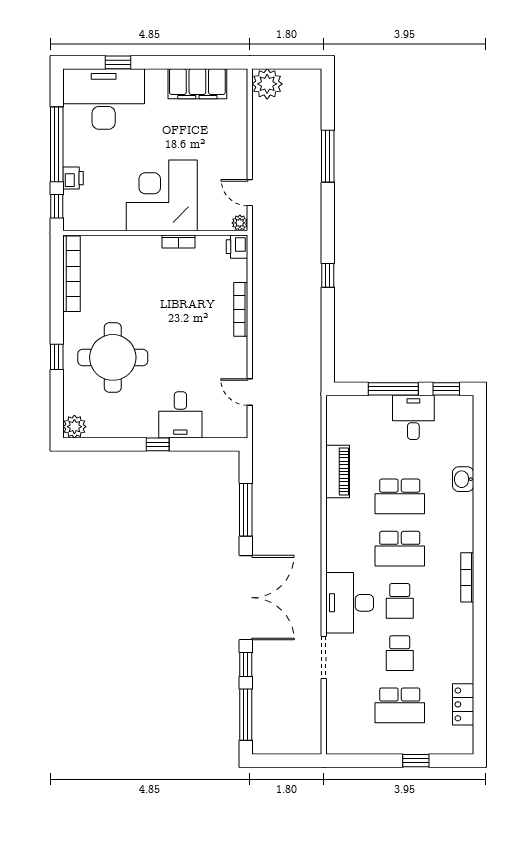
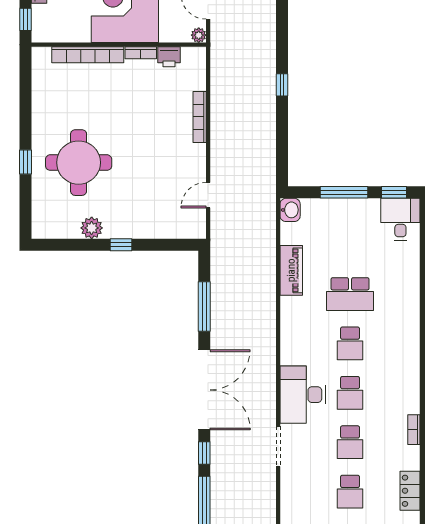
printer: (237, 247) -> (169, 57), moved, turned -90
bookcase: (71, 274) -> (88, 55), moved, turned 90
door: (250, 392) -> (208, 195), hinge flipped
desk: (180, 415) -> (143, 217), removed
desk: (413, 417) -> (400, 219), moved
plant: (74, 427) -> (92, 228), moved
washbasin: (463, 479) -> (290, 210), moved, turned 180
school desk: (400, 549) -> (350, 343), width x0.54
bookcase: (467, 577) -> (414, 430), moved, width x0.64
school desk: (400, 705) -> (350, 492), width x0.54

